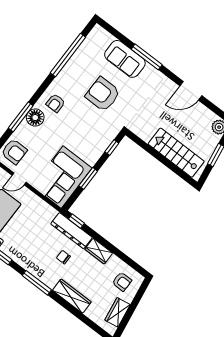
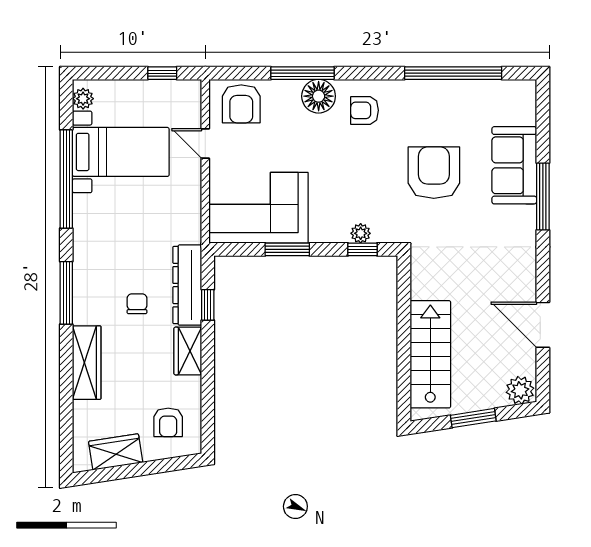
door: (191, 91) -> (543, 325), moved
plant: (105, 143) -> (361, 233), added
window: (76, 221) -> (208, 305), moved

